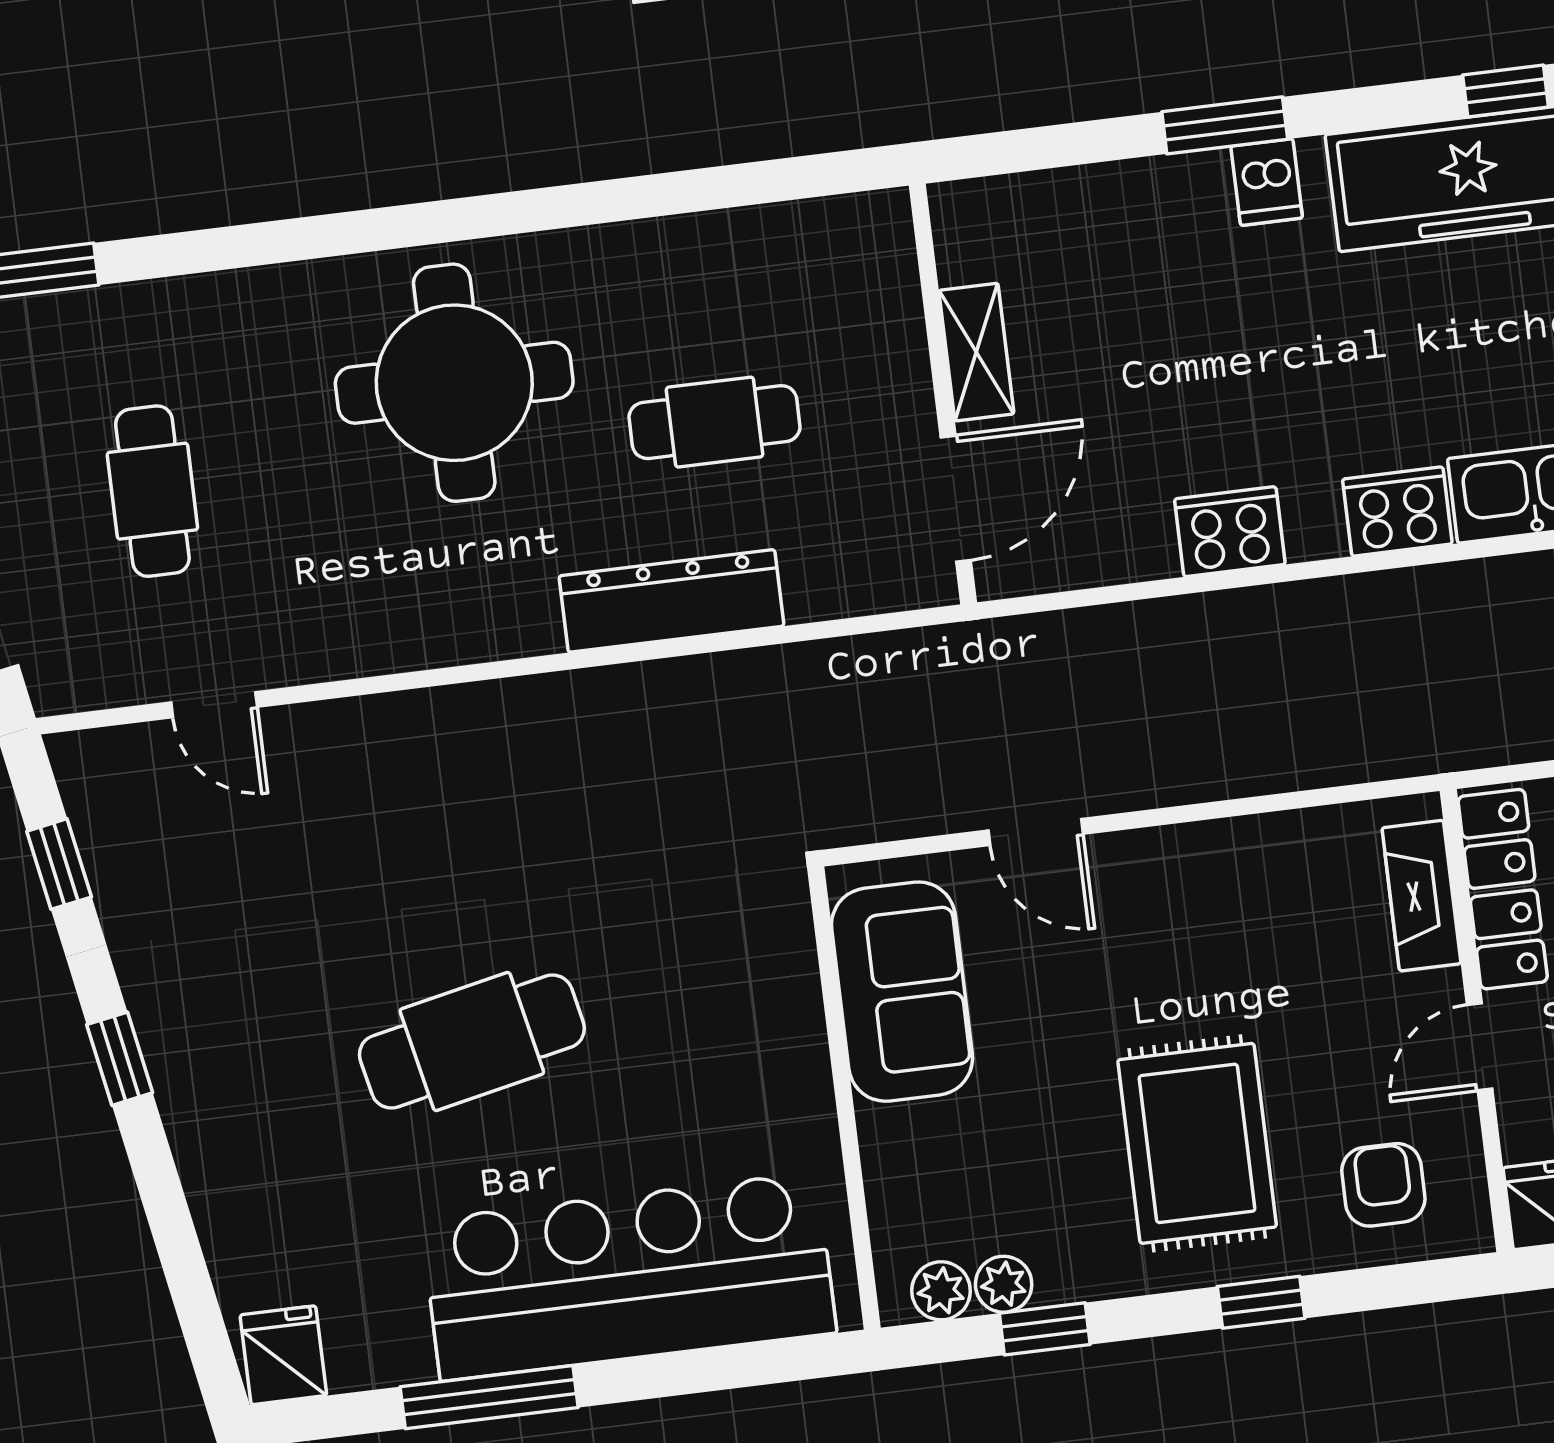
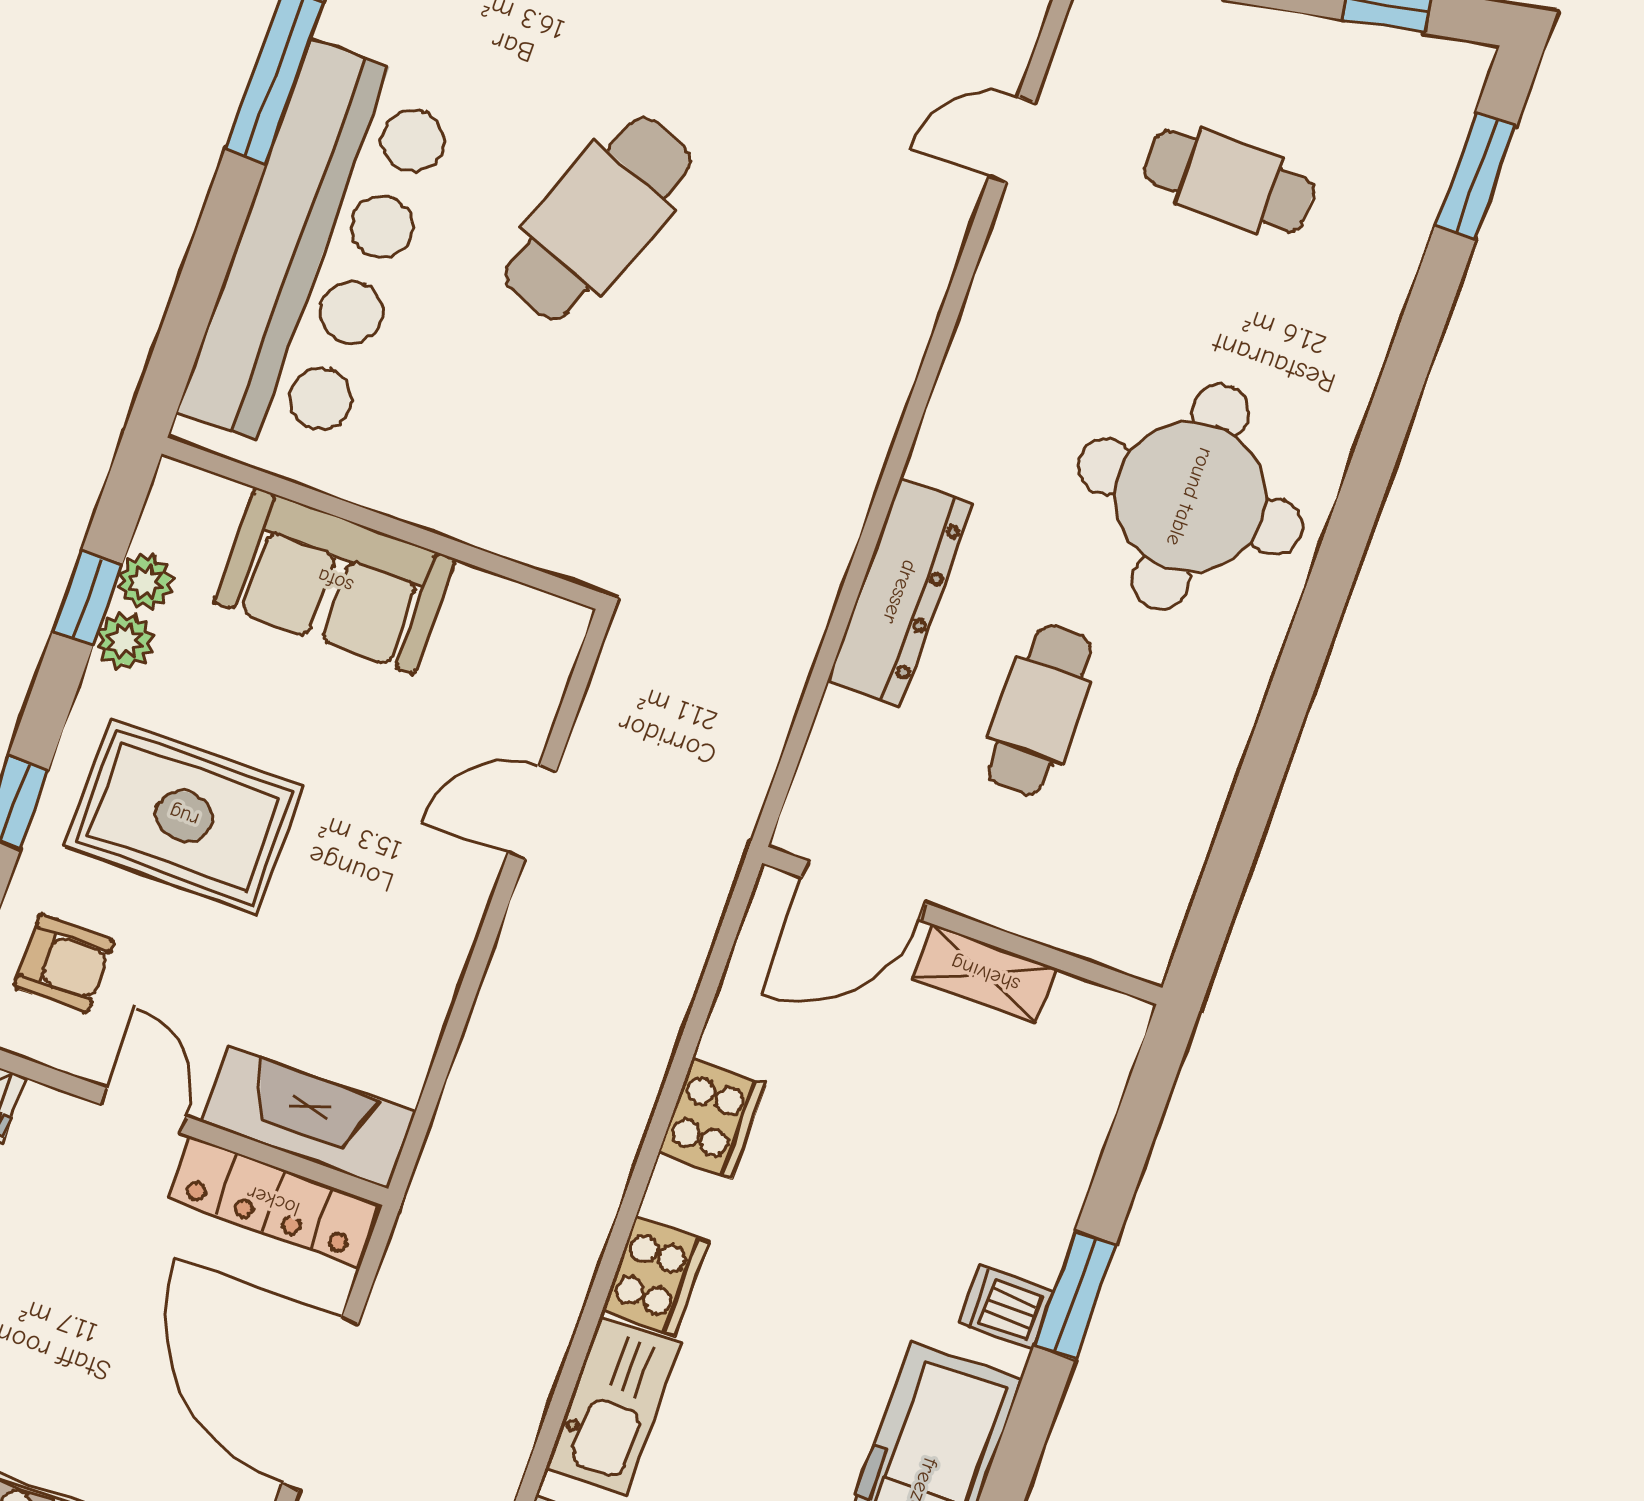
door: (956, 499) -> (864, 890), hinge flipped
fireplace: (1421, 896) -> (307, 1117), width x1.37, depth x1.32
sofa: (902, 992) -> (335, 581), moved
cafe table: (472, 1041) -> (598, 218), turned 33
plant: (941, 1291) -> (125, 641), moved

